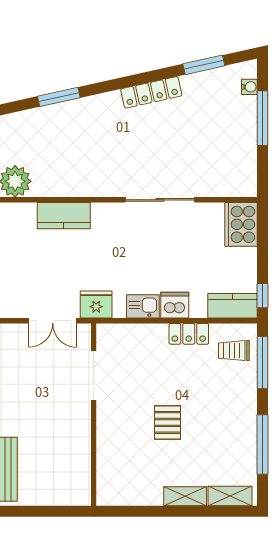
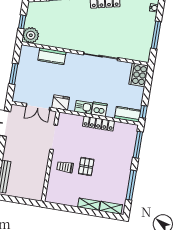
window: (263, 118) -> (156, 35), moved
locker: (189, 334) -> (98, 124), width x1.53
trolley: (234, 351) -> (65, 167), moved

